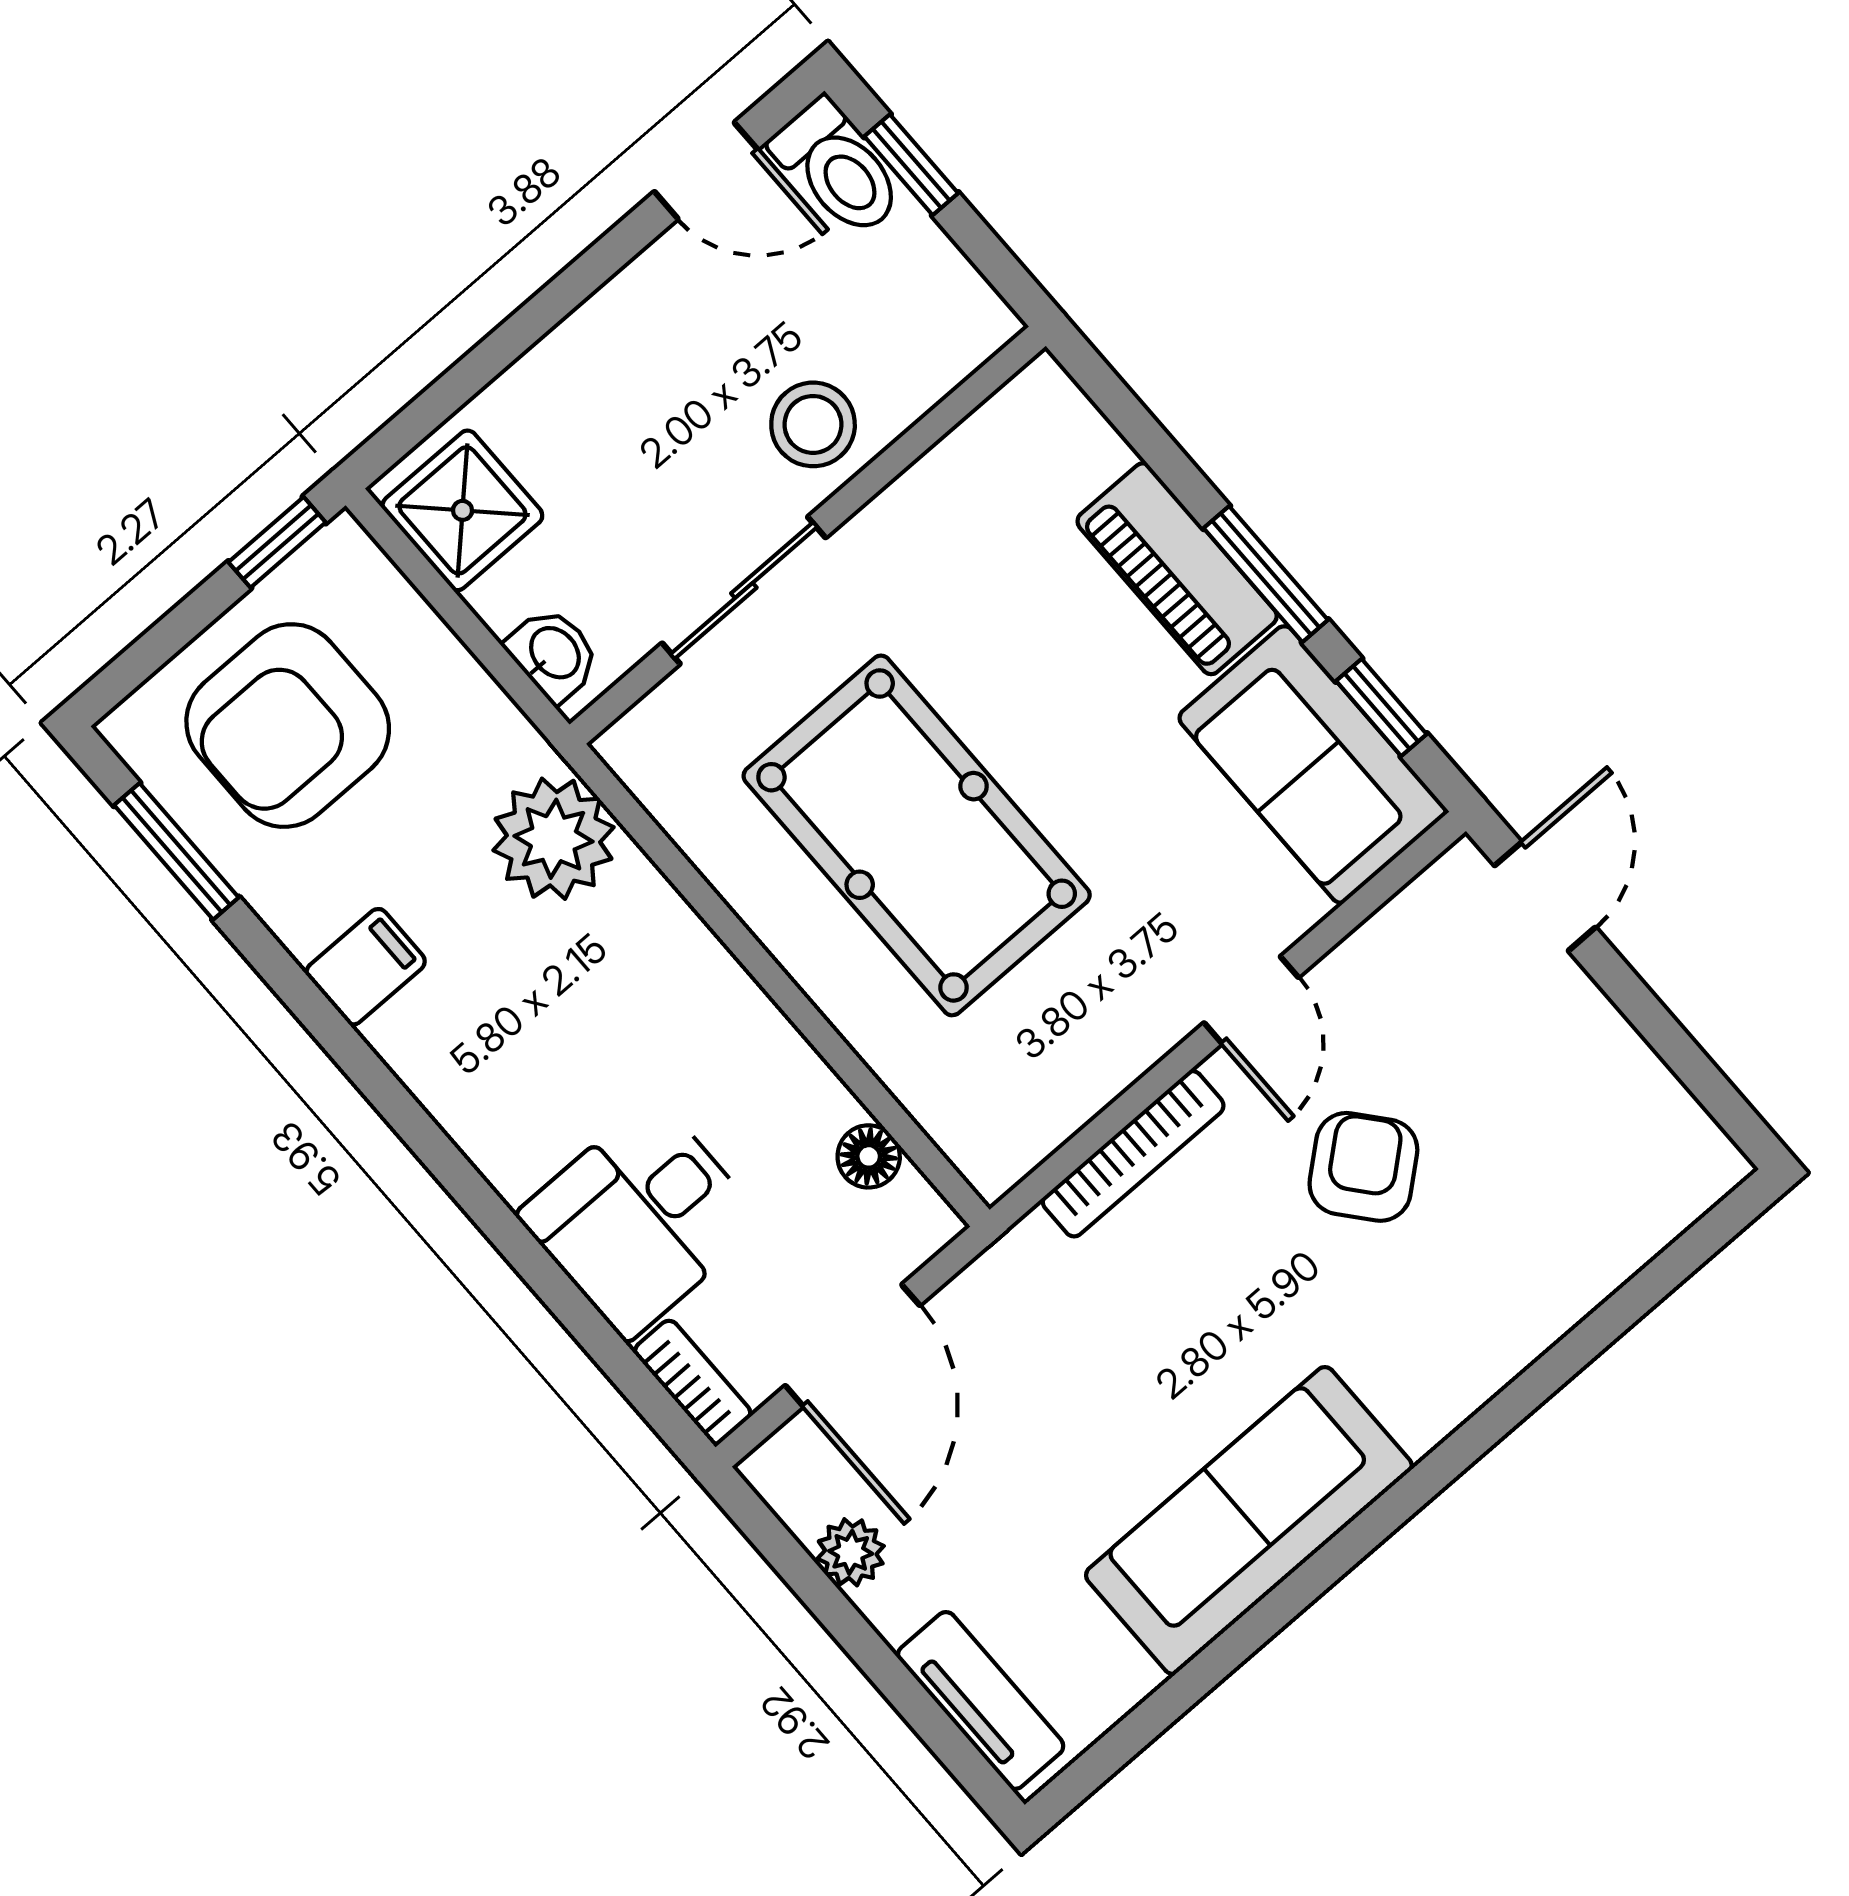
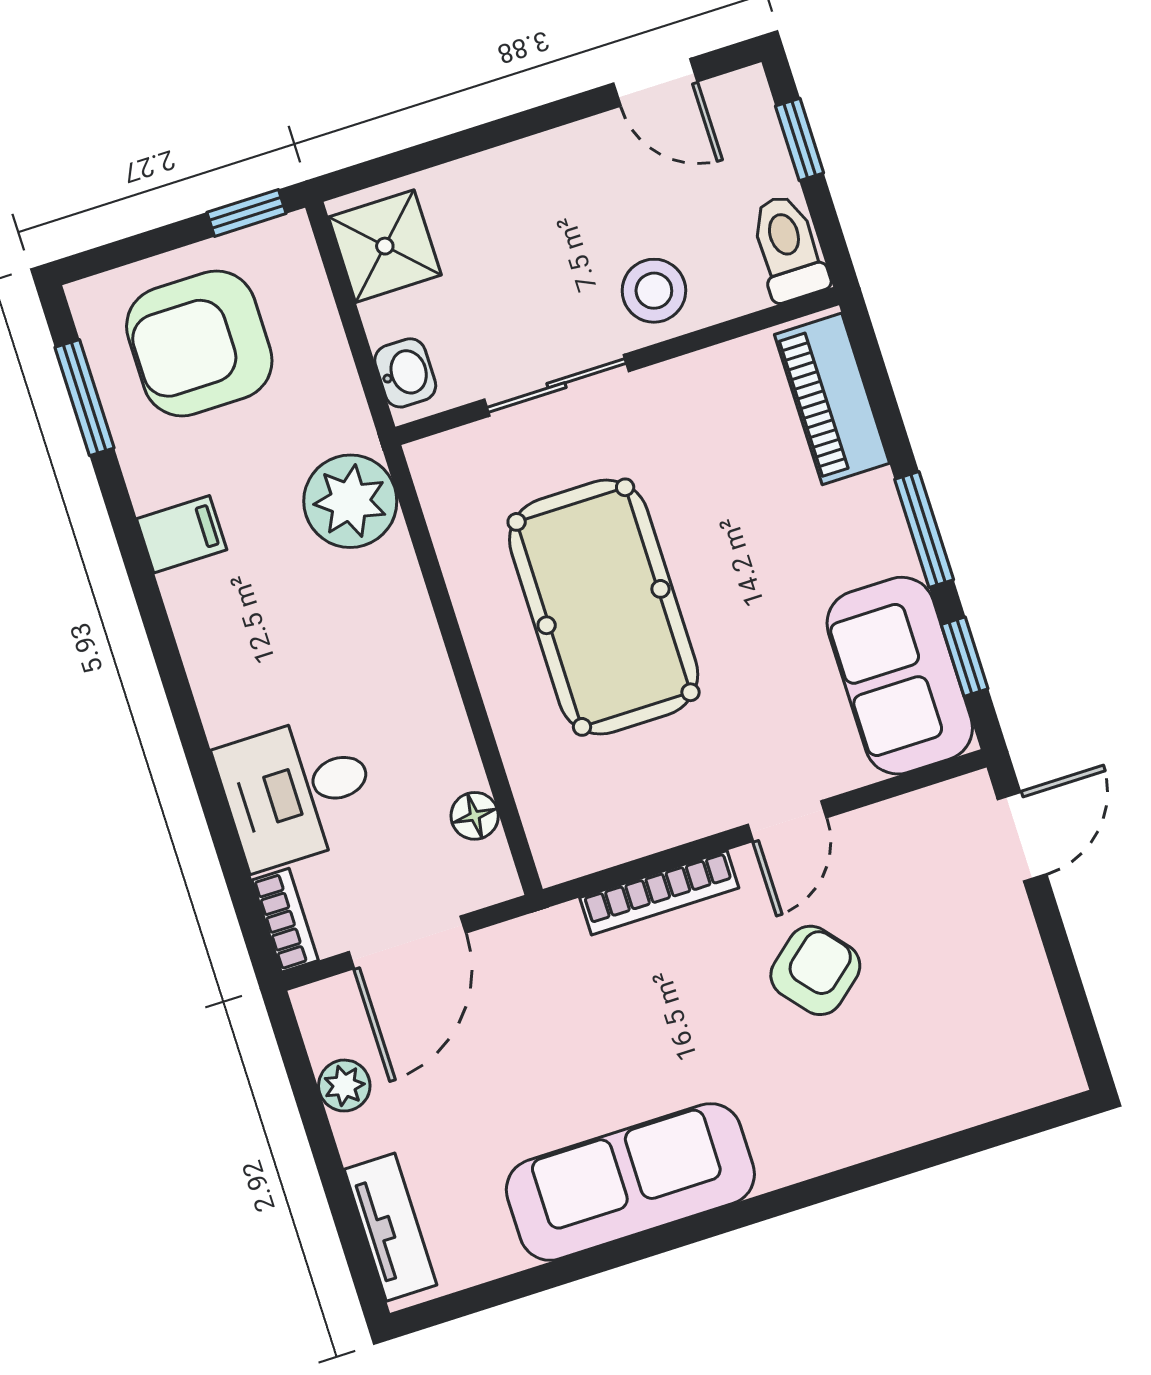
toilet: (838, 168) -> (788, 248), moved, turned 180
piano: (1177, 569) -> (832, 399), moved

